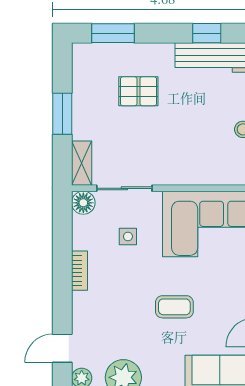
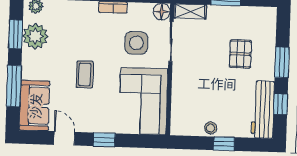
window: (113, 33) -> (282, 62), moved
side table: (128, 236) -> (136, 43), width x1.87, depth x1.87

